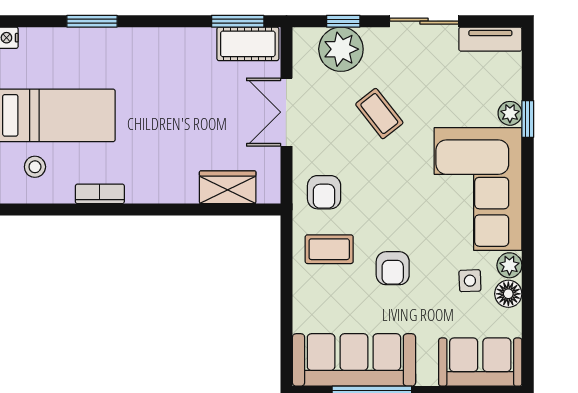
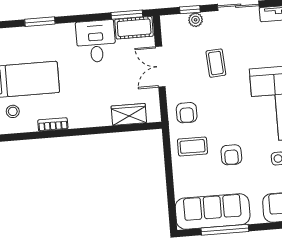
plant: (341, 49) -> (196, 20), width x0.53, depth x0.53
desk: (183, 61) -> (96, 41), added
coffee table: (379, 114) -> (216, 63), turned 34

